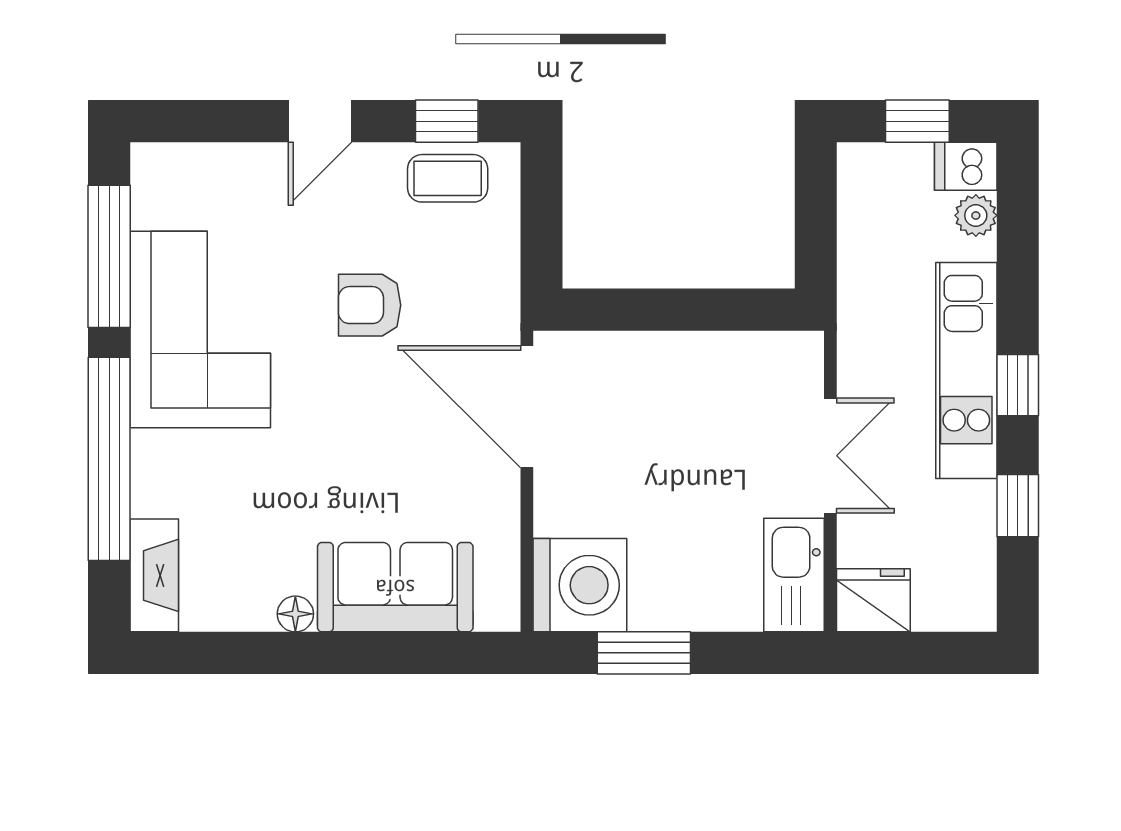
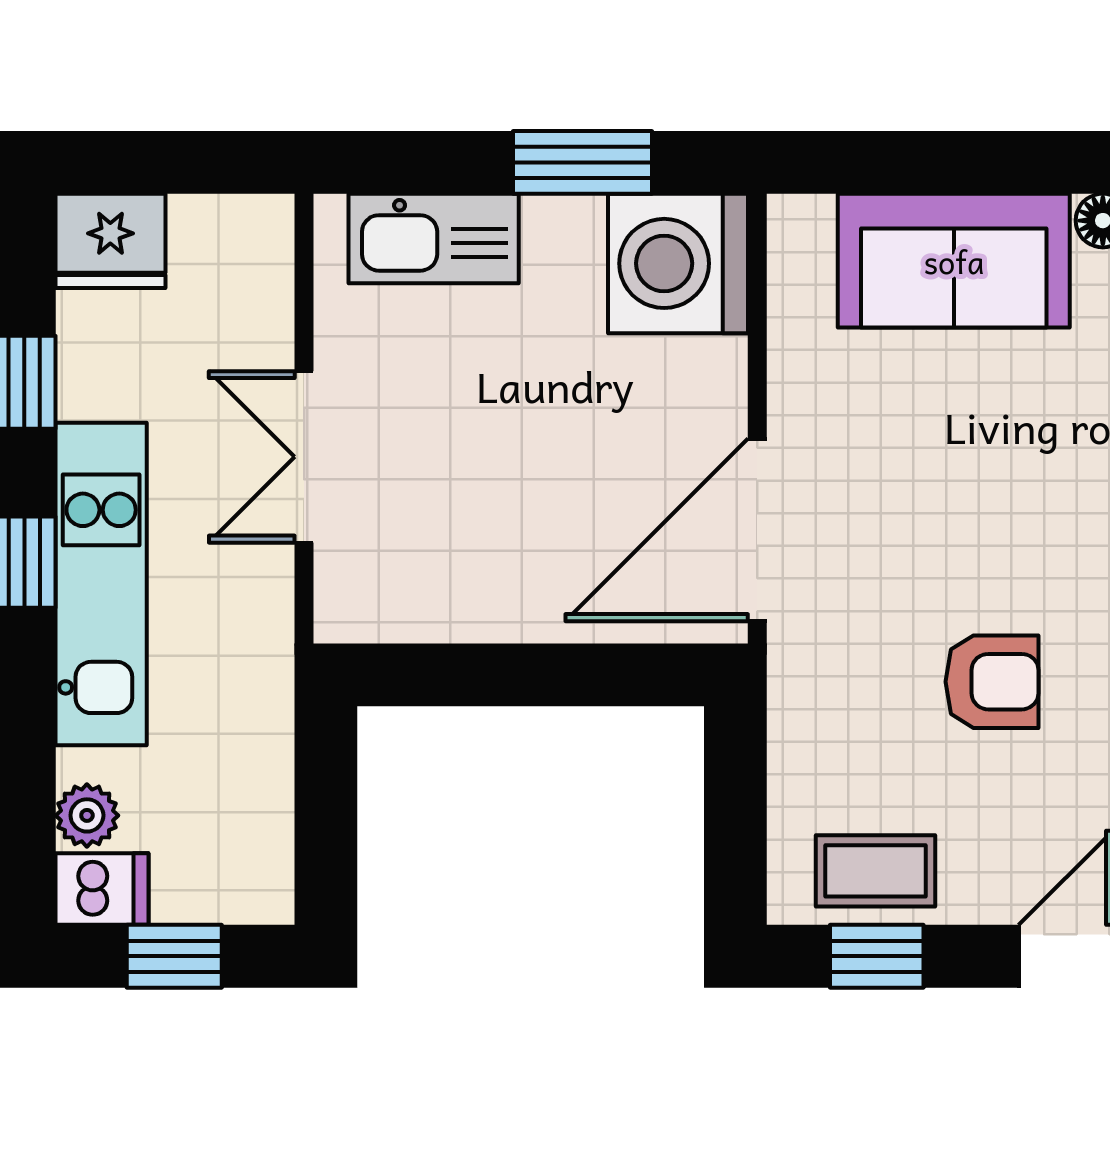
door: (527, 407) -> (757, 530), swing flipped
kitchen sink: (794, 575) -> (434, 238), moved, turned 90
fridge: (873, 600) -> (110, 241), moved

